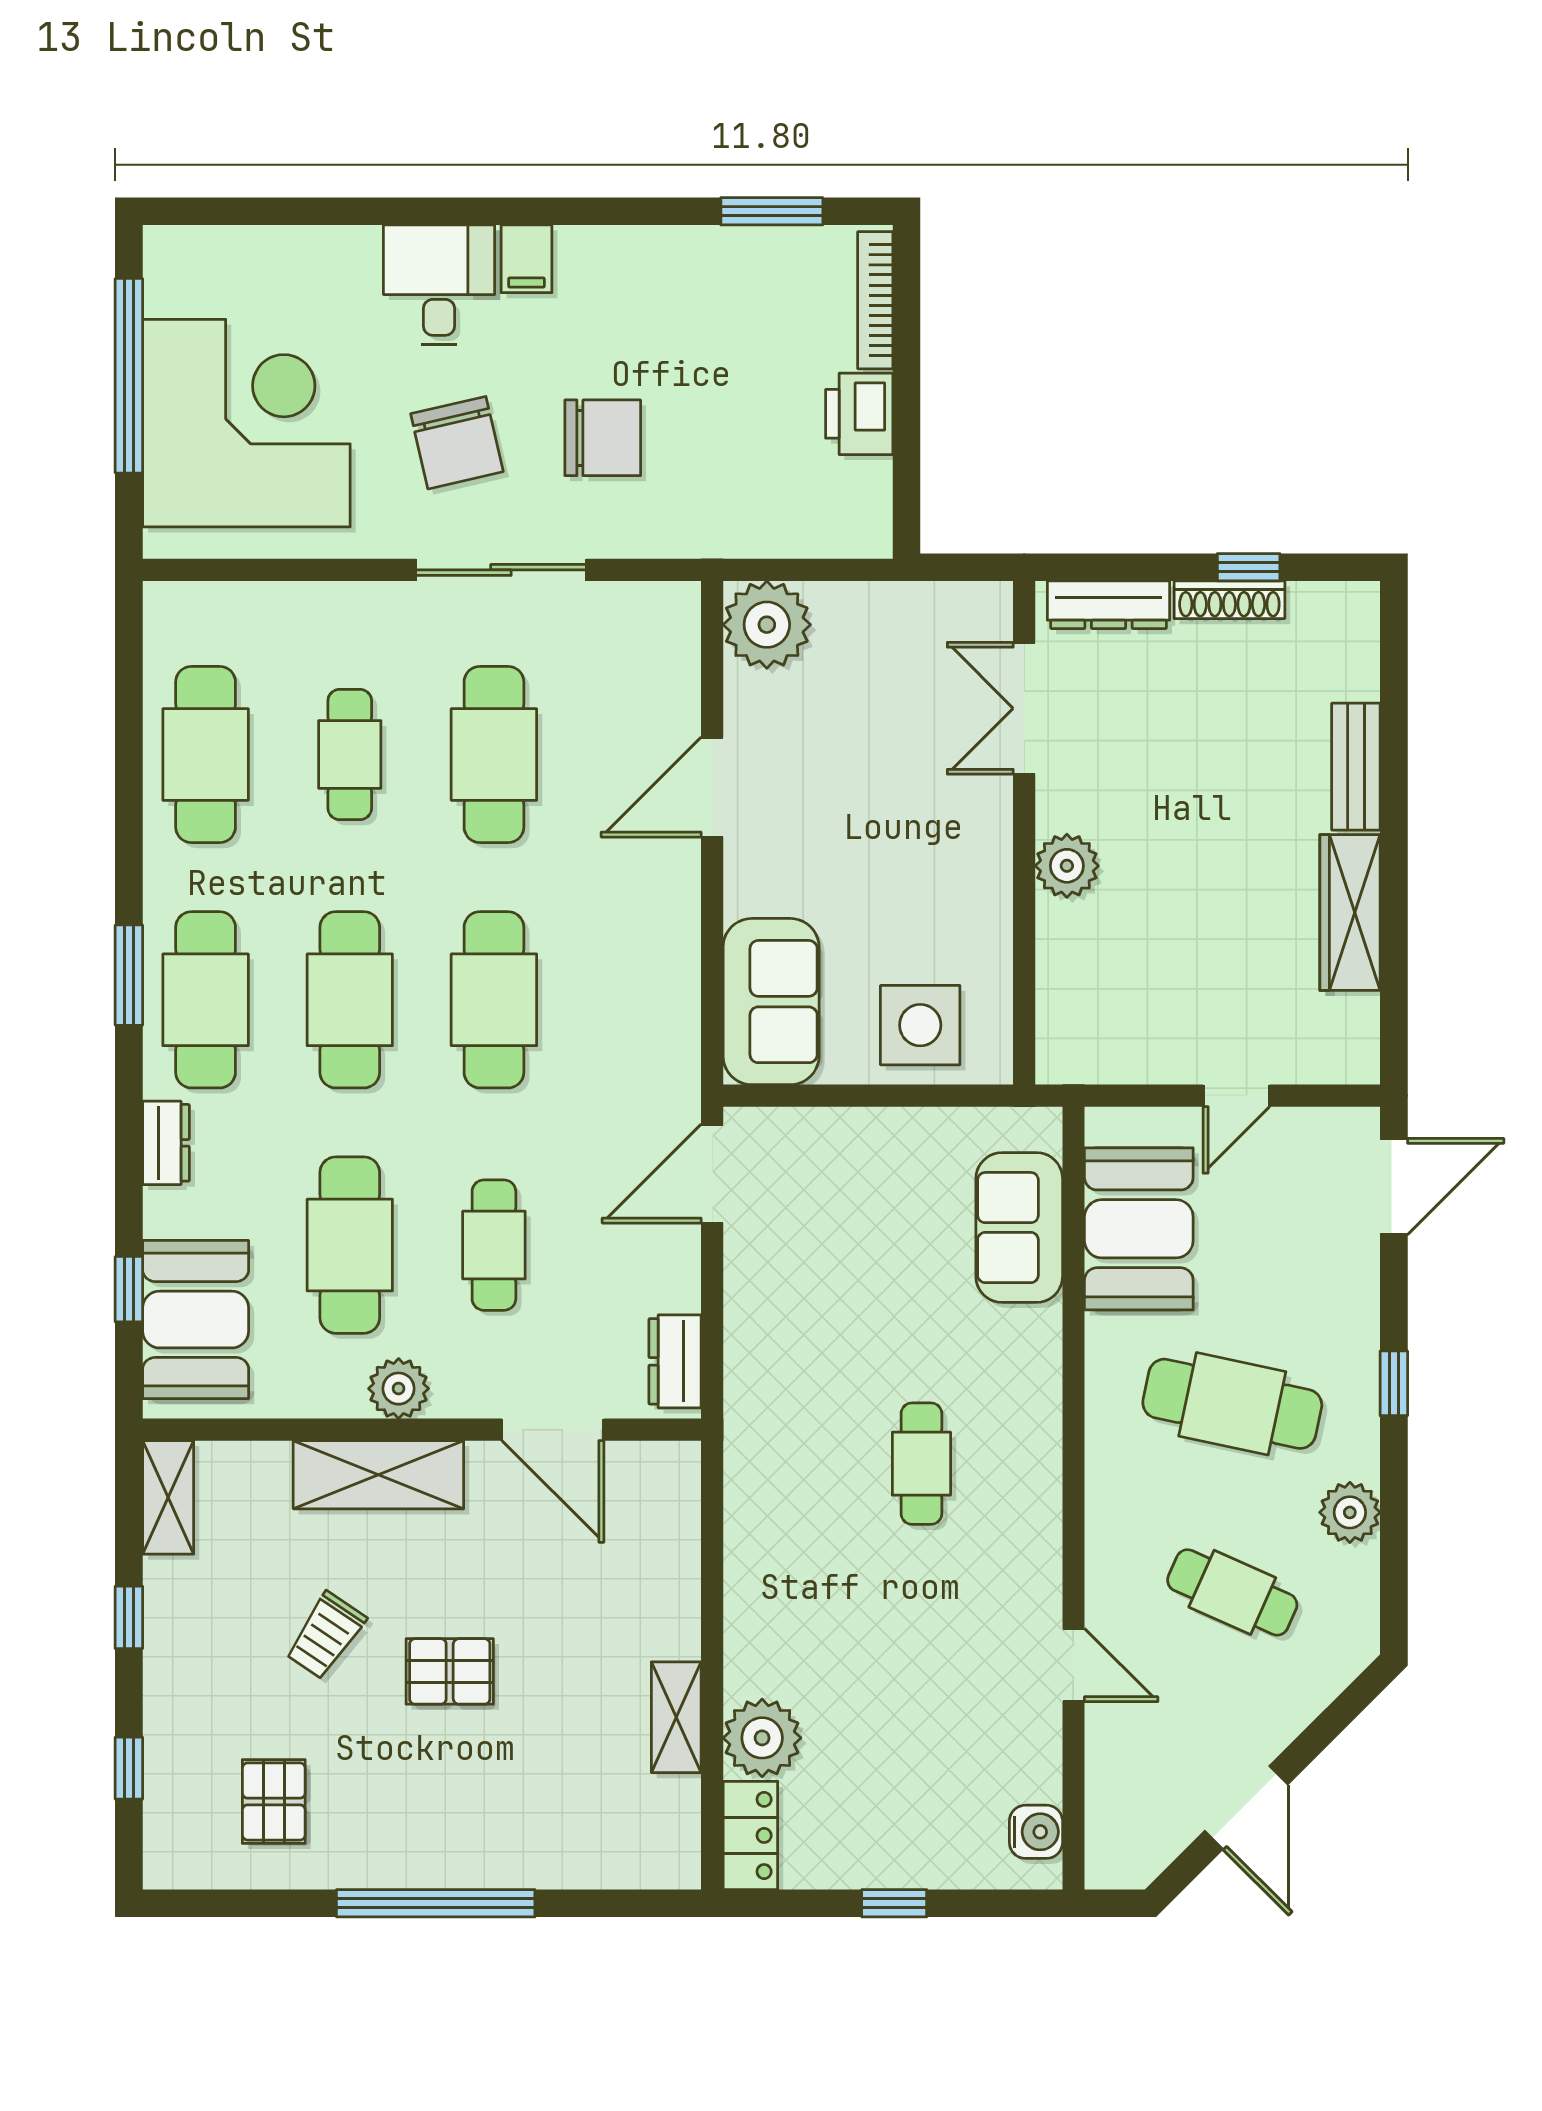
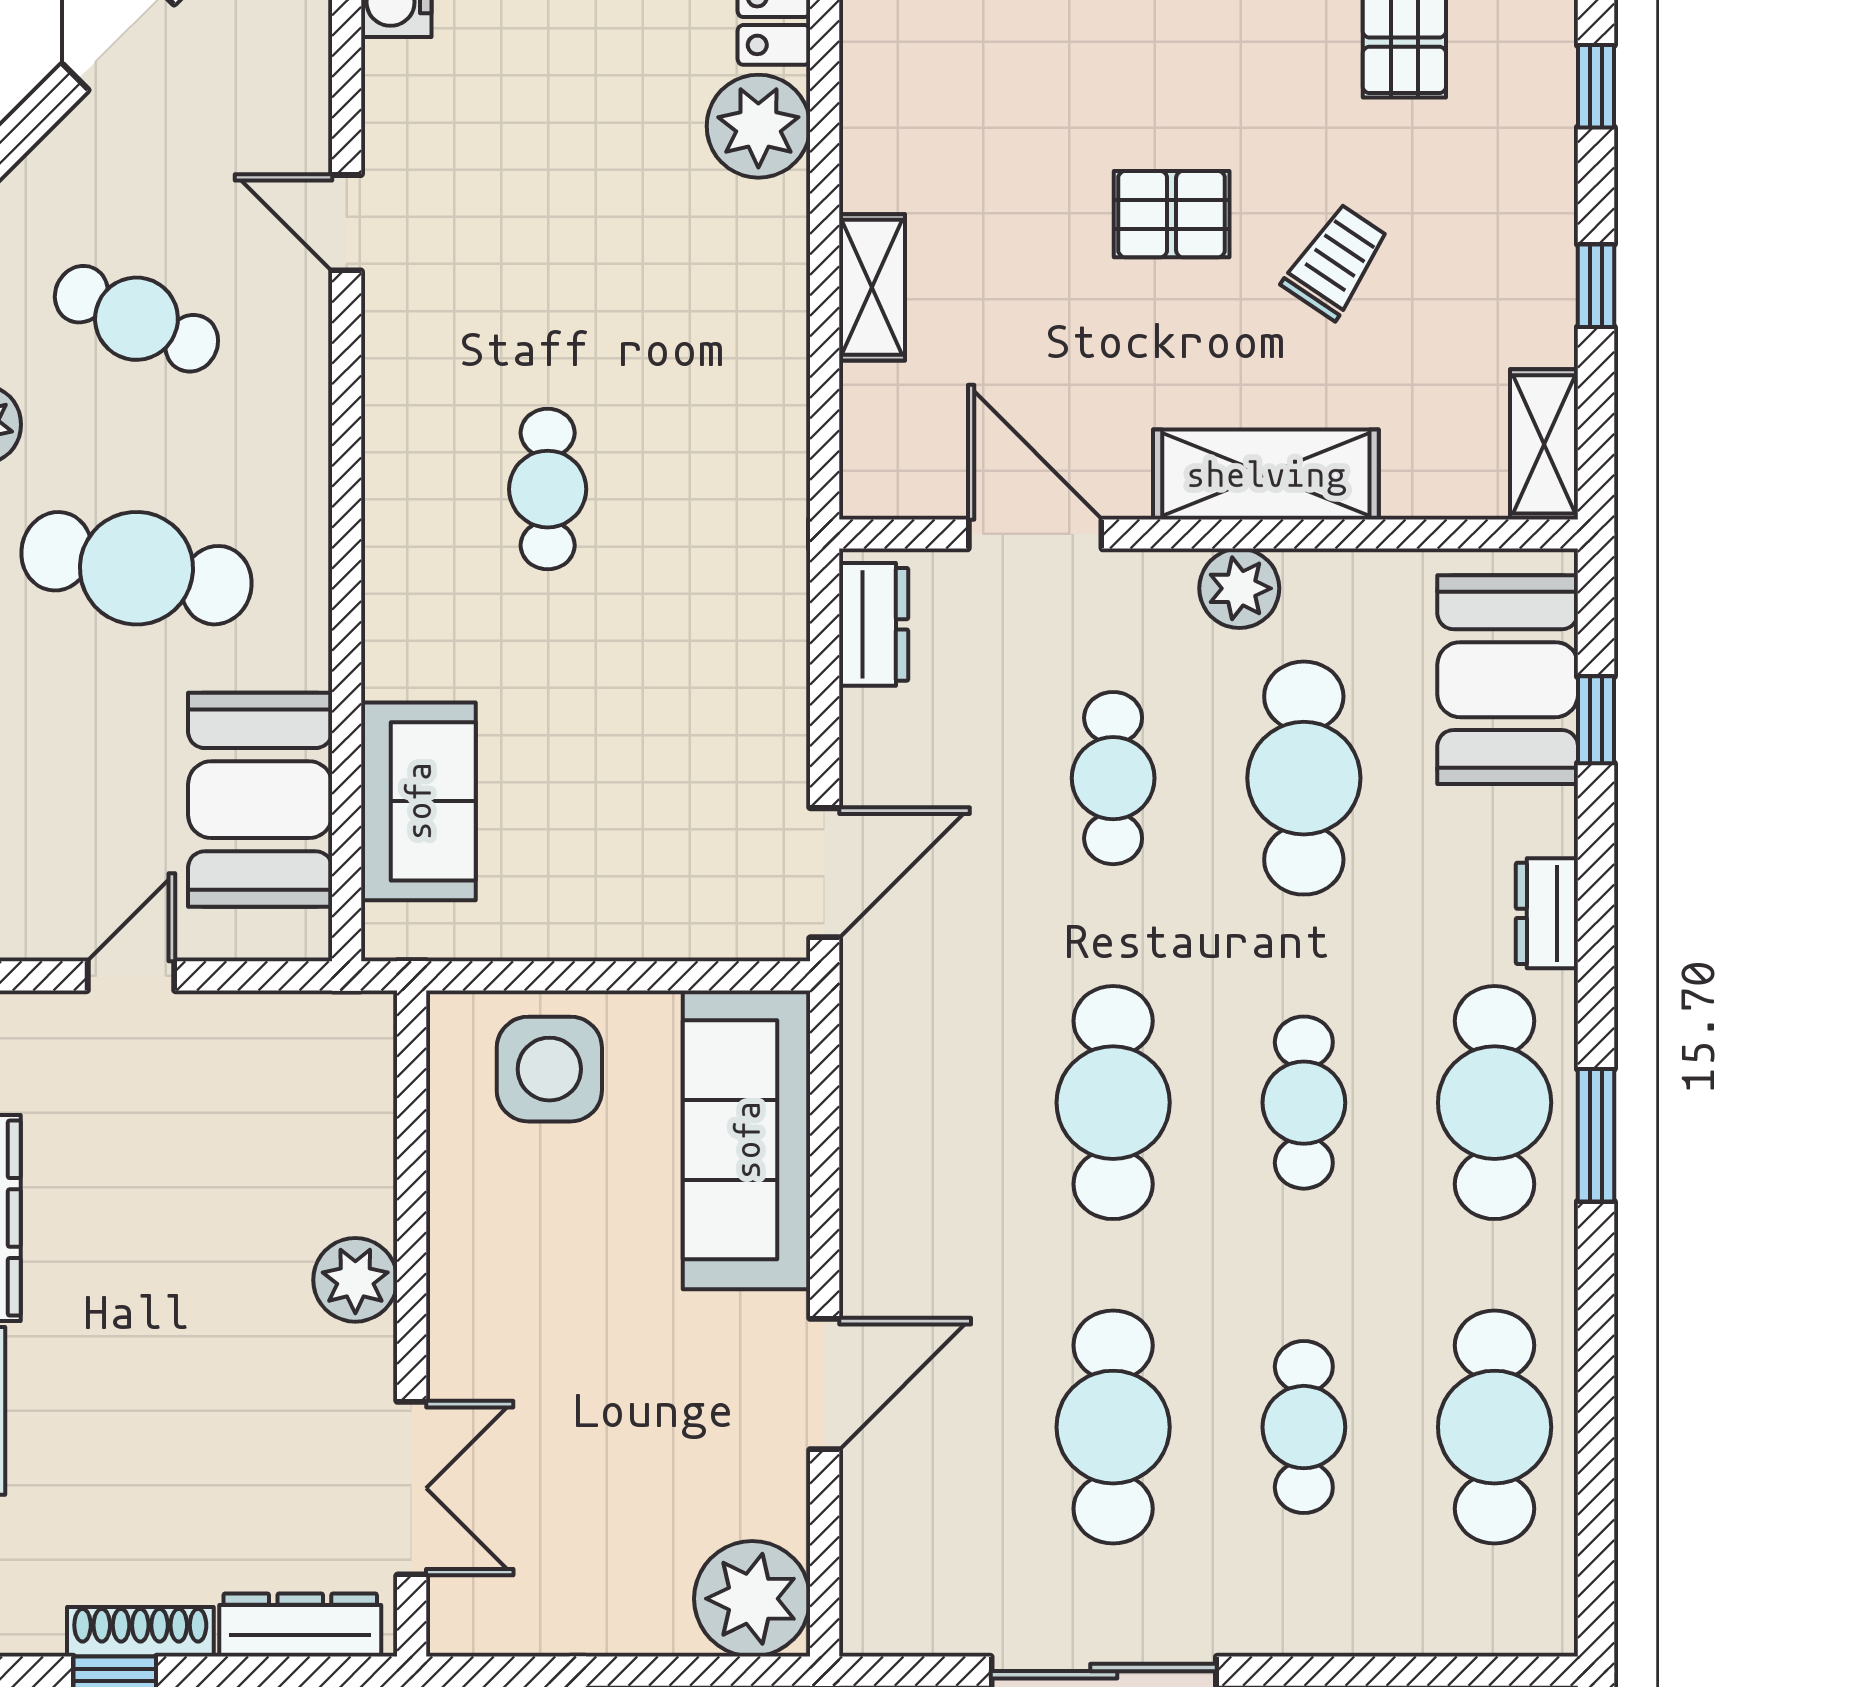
cafe table: (350, 1000) -> (1304, 1103), width x0.73, depth x0.74
sofa: (771, 1002) -> (747, 1140), width x1.36
shelving: (676, 1717) -> (872, 287), moved

